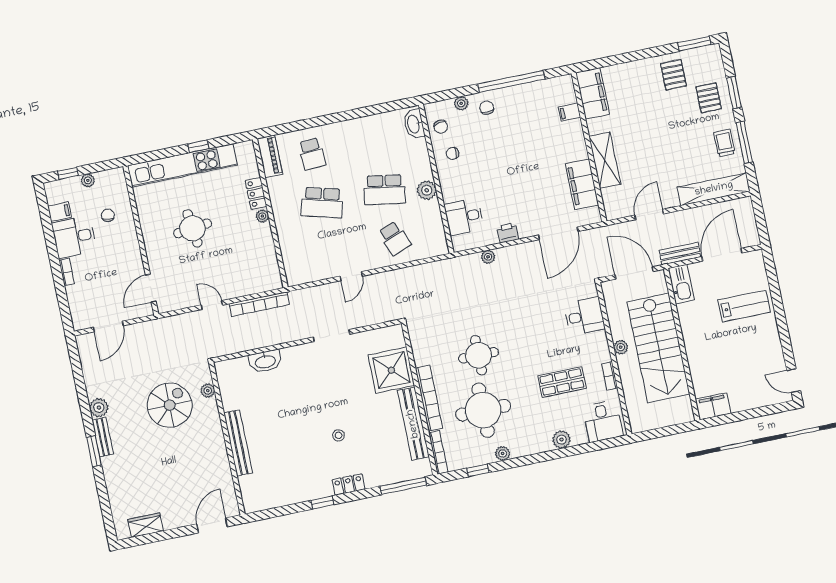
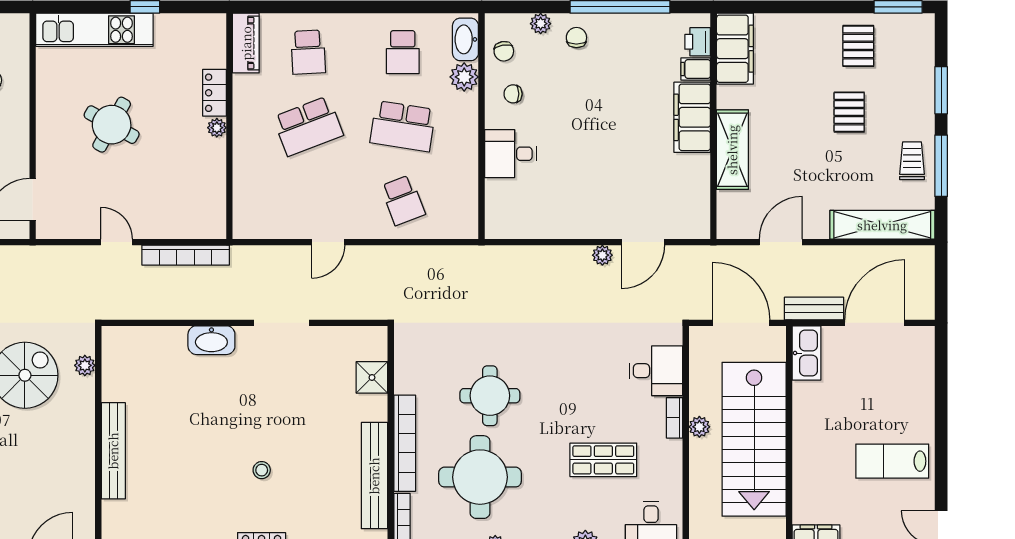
pallet: (709, 98) -> (849, 112), moved
school desk: (374, 141) -> (403, 52), added
kitchen unit: (182, 165) -> (94, 30), width x0.73
filing cabinet: (582, 184) -> (692, 117), moved
plant: (427, 190) -> (464, 77), moved
school desk: (322, 203) -> (308, 126), turned -36
desk: (464, 217) -> (510, 154), moved
round table: (193, 228) -> (112, 125), turned 36
printer: (508, 233) -> (698, 42), moved, turned -90
door: (558, 233) -> (643, 242), width x0.73
plant: (488, 257) -> (602, 255), moved
lab bench: (744, 306) -> (892, 461), moved, turned 180
washbasin: (265, 361) -> (211, 340), moved
shower: (391, 370) -> (372, 377), width x0.54, depth x0.54
bookcase: (610, 376) -> (675, 418), moved

